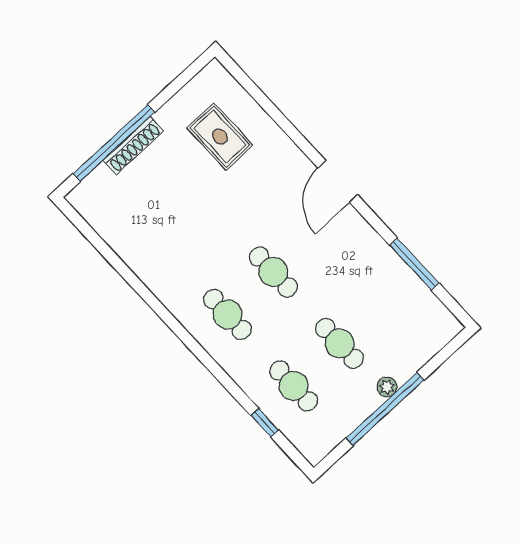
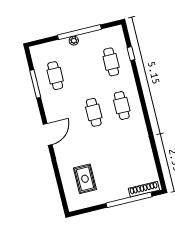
shoe rack: (133, 146) -> (144, 189), moved
cafe table: (340, 343) -> (55, 76), moved

